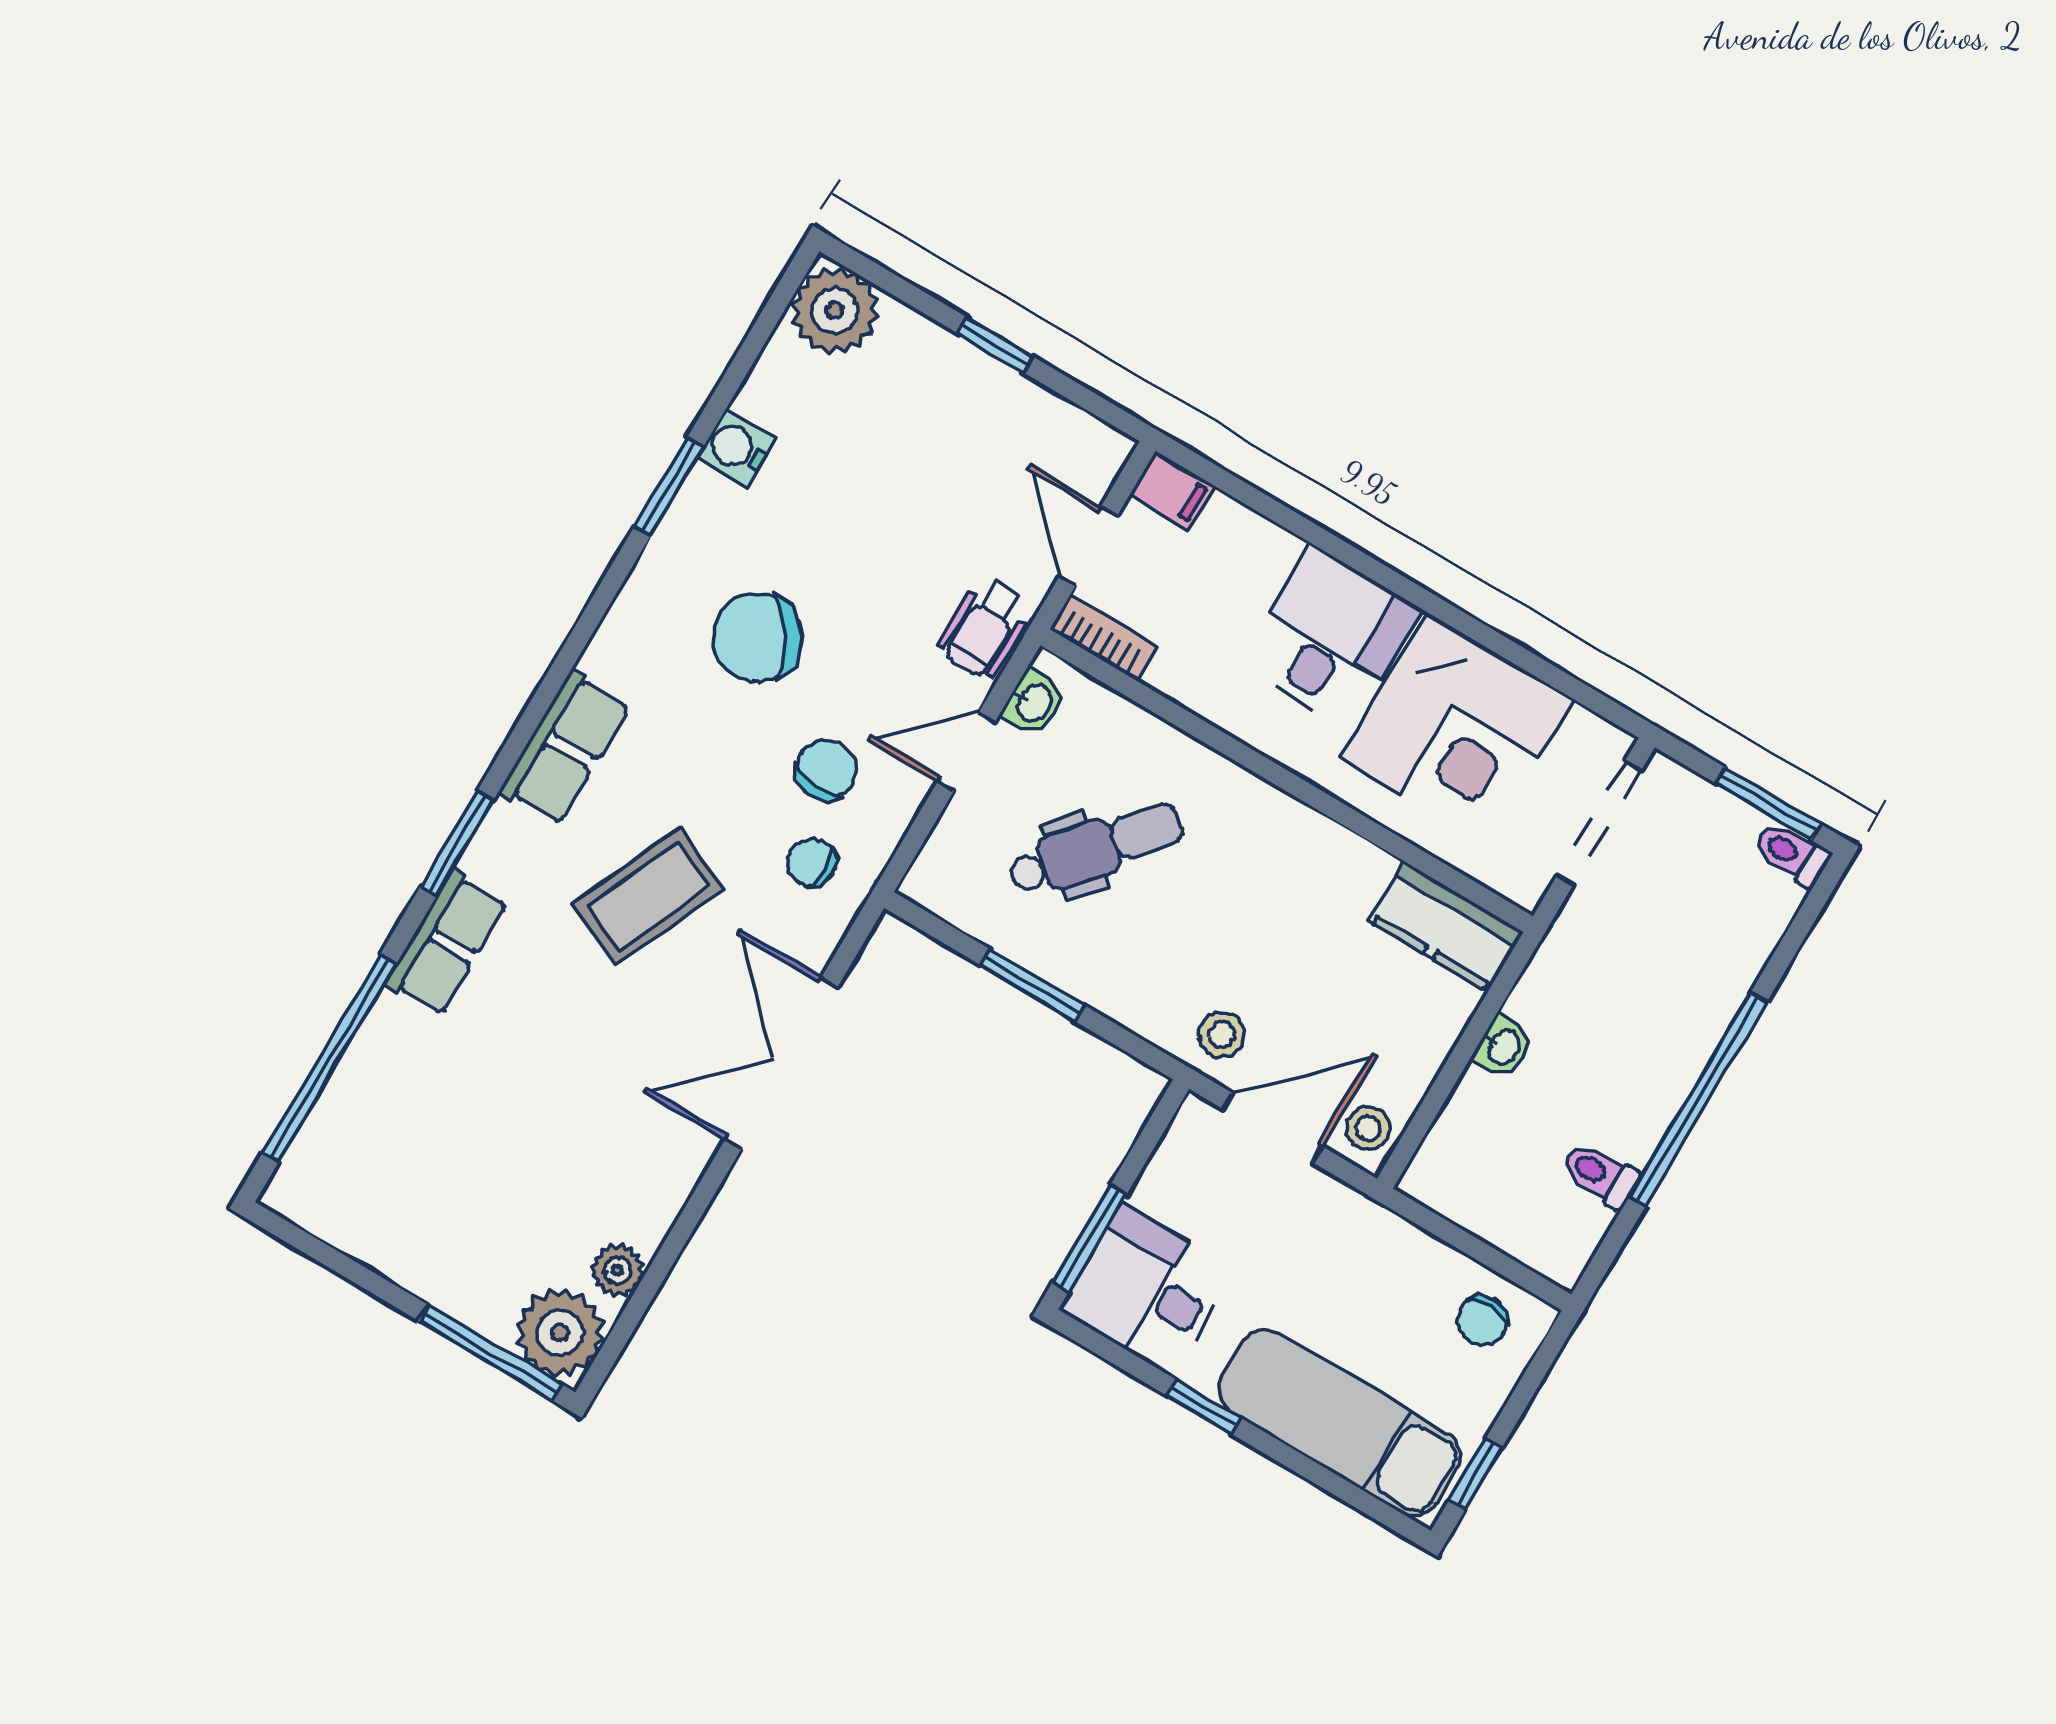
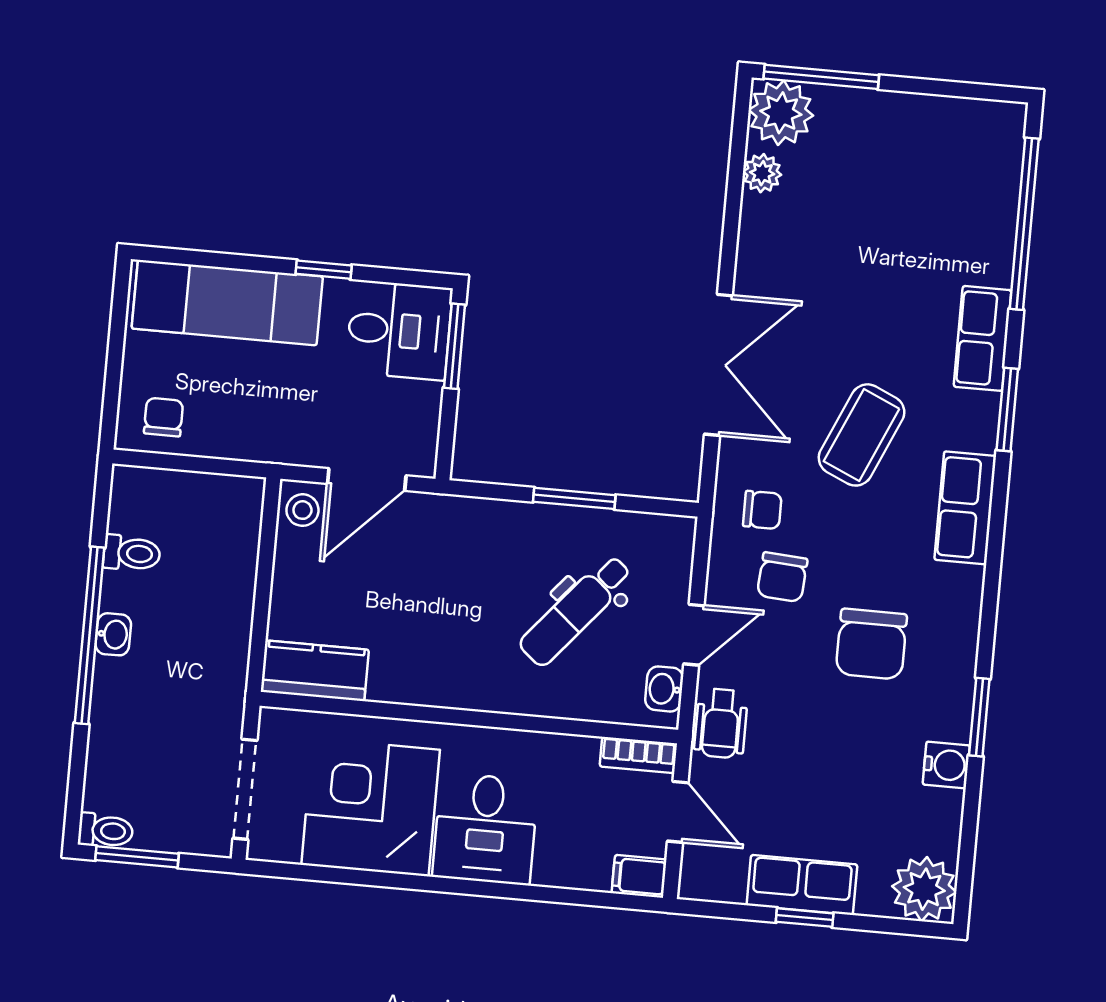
row of seats: (980, 386) -> (802, 885), added
wheelchair: (985, 628) -> (721, 723), turned 180
chair: (757, 638) -> (871, 644), turned 123
stool: (1222, 1035) -> (431, 526), removed
washbasin: (1503, 1047) -> (113, 634), moved, turned 180
window: (1475, 1475) -> (119, 311), removed

